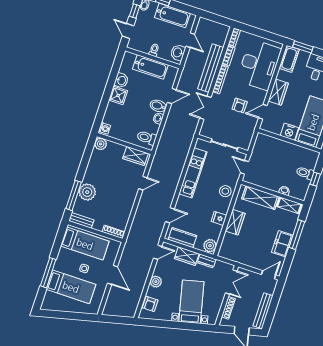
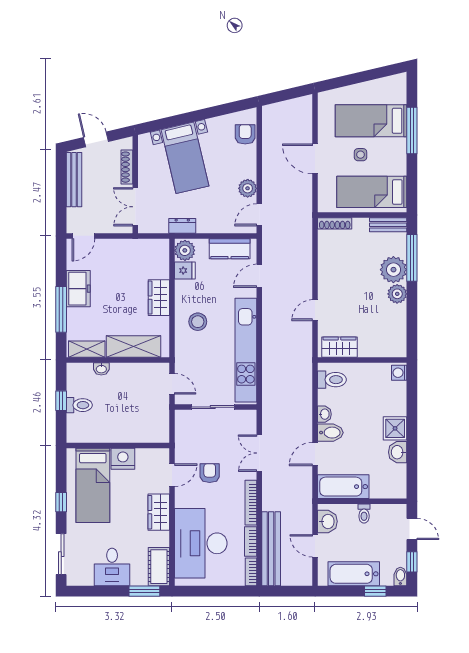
bathtub: (150, 67) -> (343, 487), moved
bench: (211, 68) -> (271, 549), moved
double door: (205, 108) -> (259, 453), swing flipped
plant: (101, 144) -> (397, 294), moved
kitchen unit: (193, 173) -> (246, 350), width x1.36
stool: (225, 191) -> (198, 322), moved
fridge: (219, 218) -> (185, 271), moved
wardrobe: (187, 256) -> (214, 223), removed
plant: (156, 282) -> (248, 188), moved

